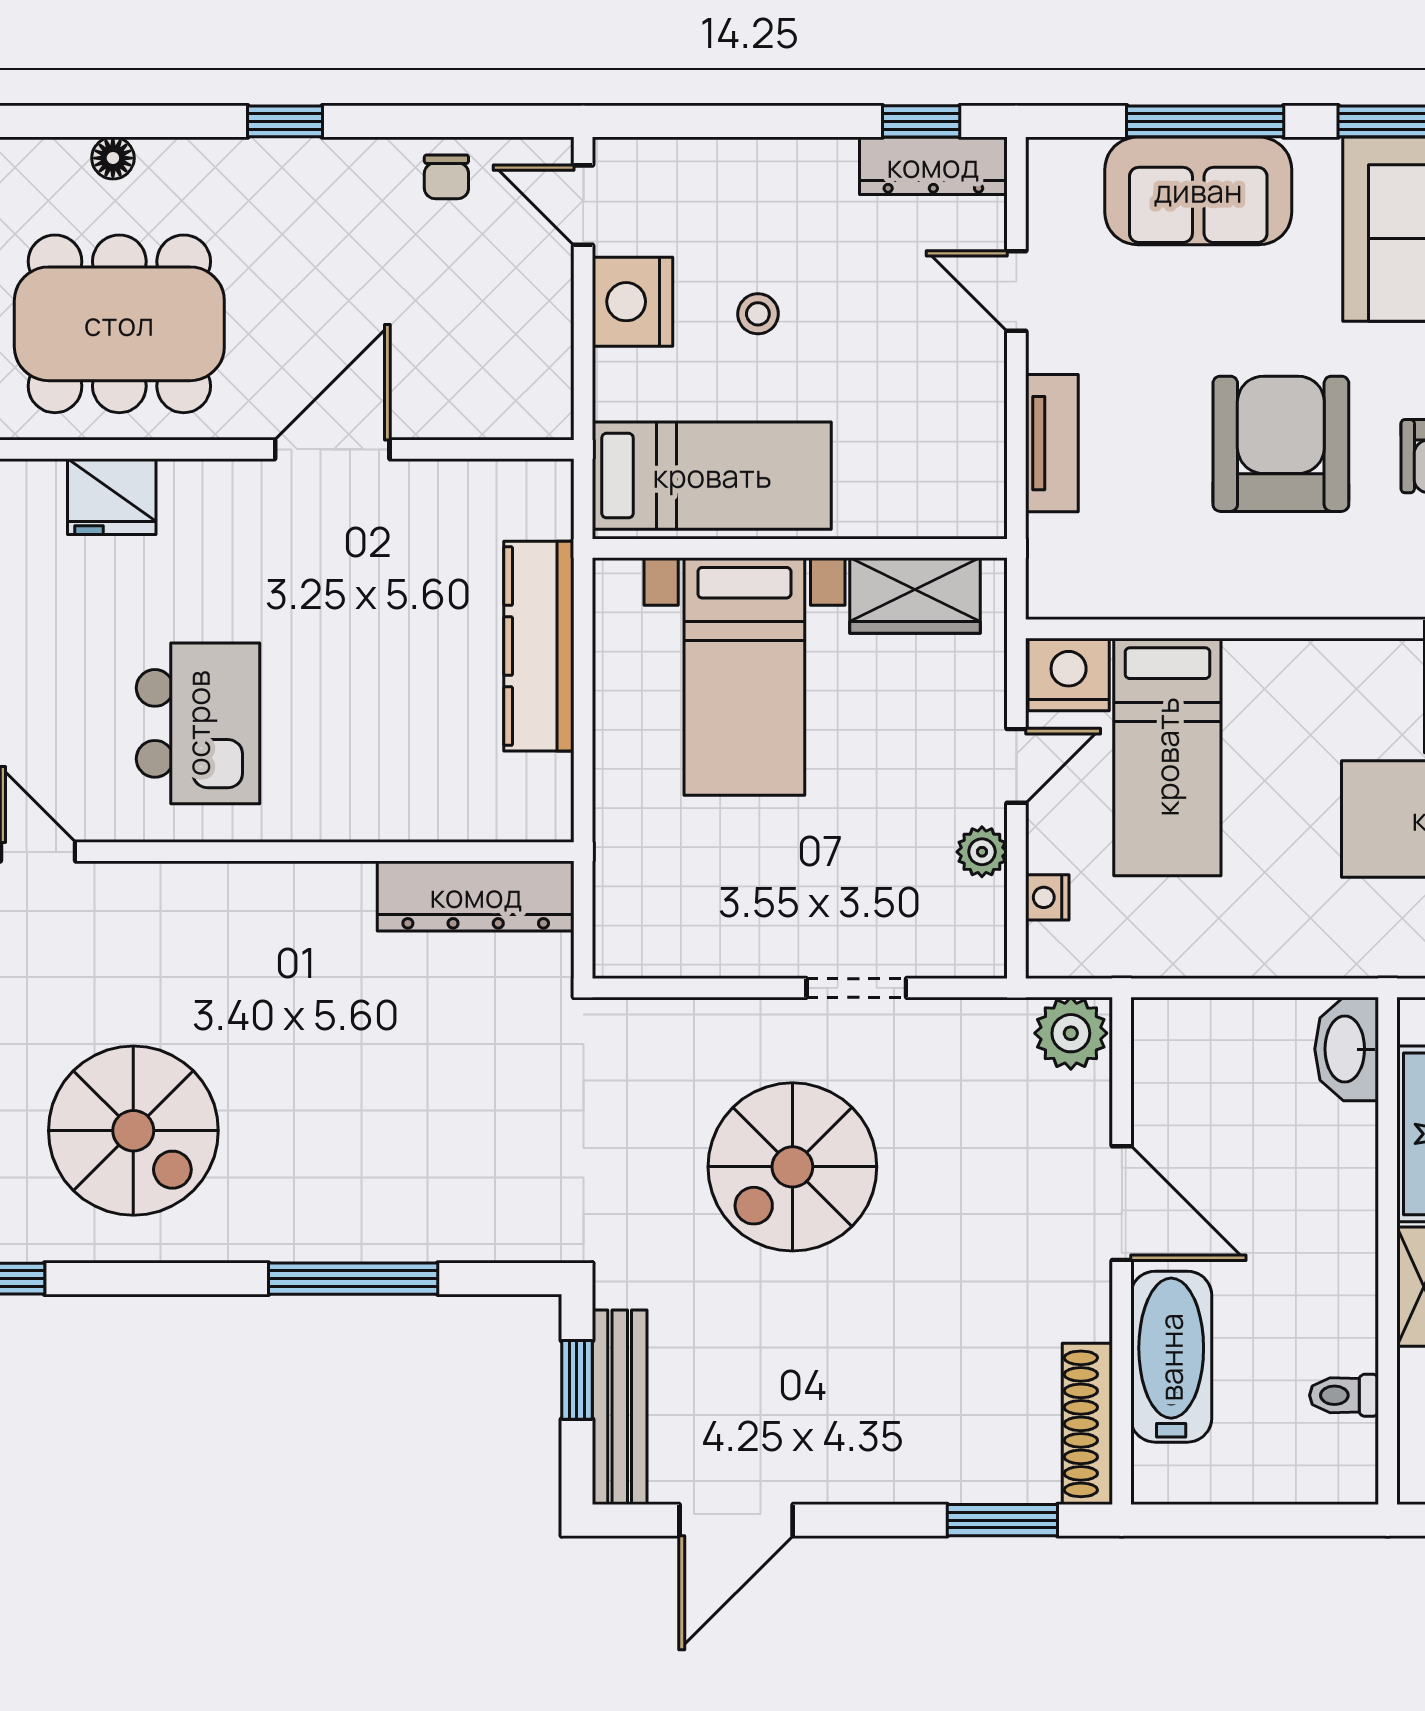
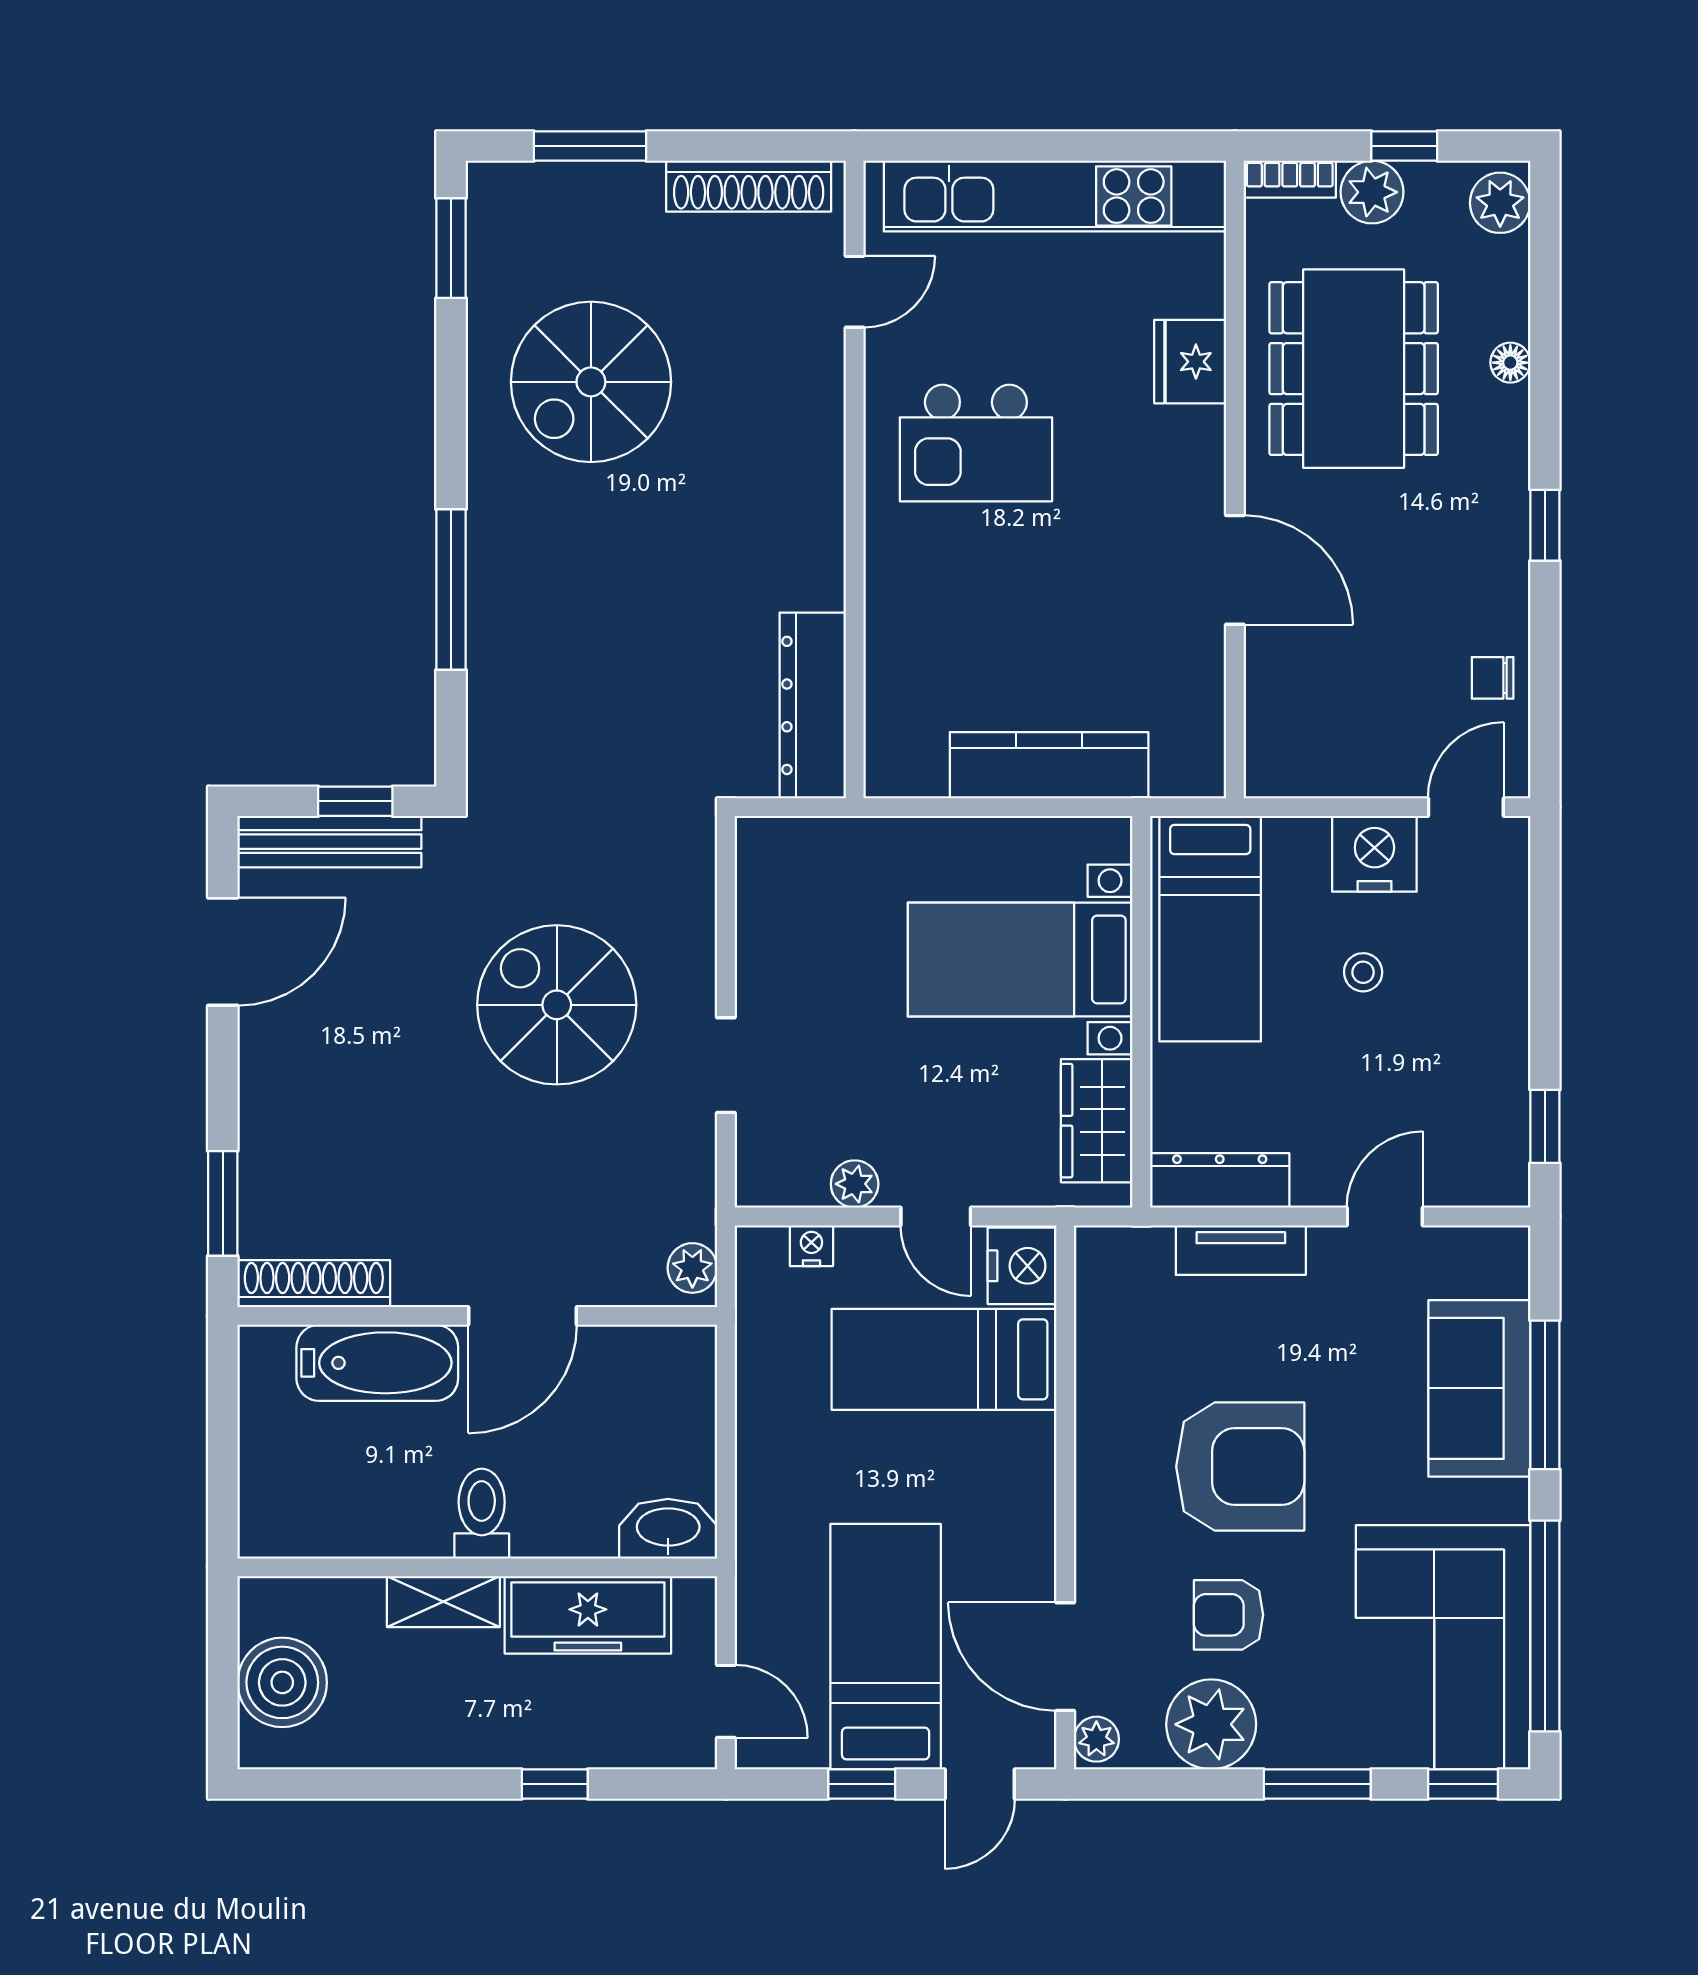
dresser: (933, 166) -> (1220, 1180), moved, turned 90
plant: (1071, 1033) -> (692, 1268), width x0.73, depth x0.73
toilet: (1344, 1395) -> (482, 1514), moved, width x1.37, depth x1.39
door: (736, 1520) -> (223, 952), swing flipped

